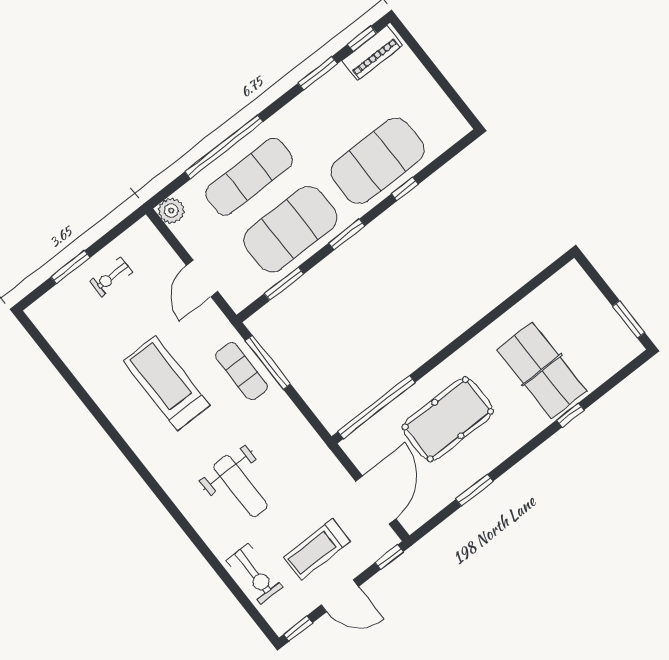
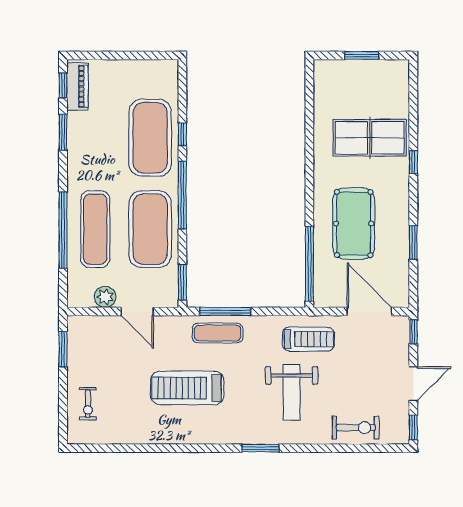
plant: (171, 211) -> (105, 297), moved
window: (347, 234) -> (182, 195), width x2.11
window: (70, 267) -> (63, 349), moved
exercise bike: (111, 277) -> (88, 404), moved
window: (284, 284) -> (182, 282), moved
window: (629, 319) -> (362, 55), moved
window: (570, 415) -> (413, 162), moved
weight bench: (240, 486) -> (292, 392), turned 90
window: (164, 498) -> (260, 448), added
treadmill: (317, 549) -> (308, 339), moved, turned -90

